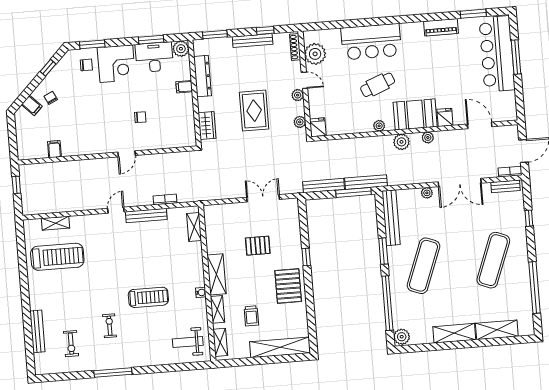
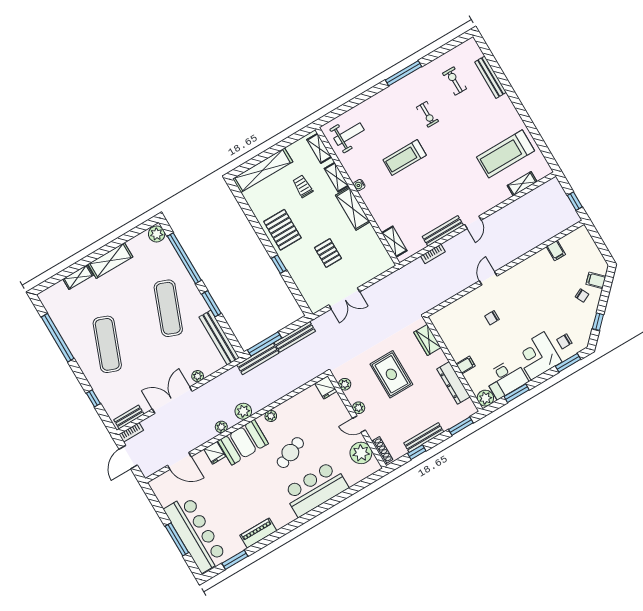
pallet: (258, 246) -> (328, 253), turned 90
shelving: (497, 330) -> (78, 277), width x0.67, depth x0.75

